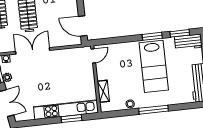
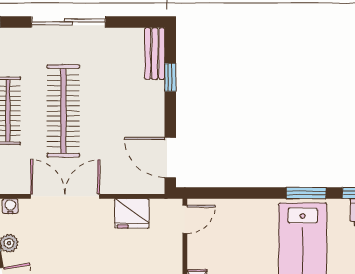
fridge: (67, 56) -> (132, 213), added

